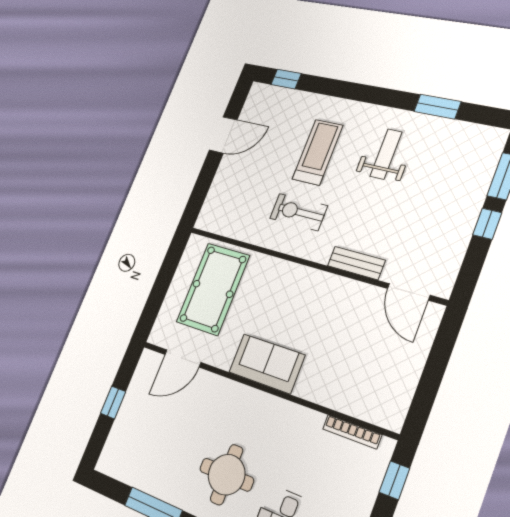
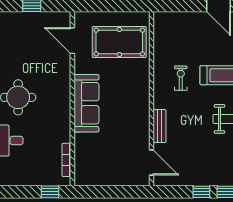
exercise bike: (298, 212) -> (181, 78), width x0.73, depth x0.72
door: (409, 292) -> (152, 162), swing flipped
sofa: (267, 364) -> (86, 103), width x1.36

